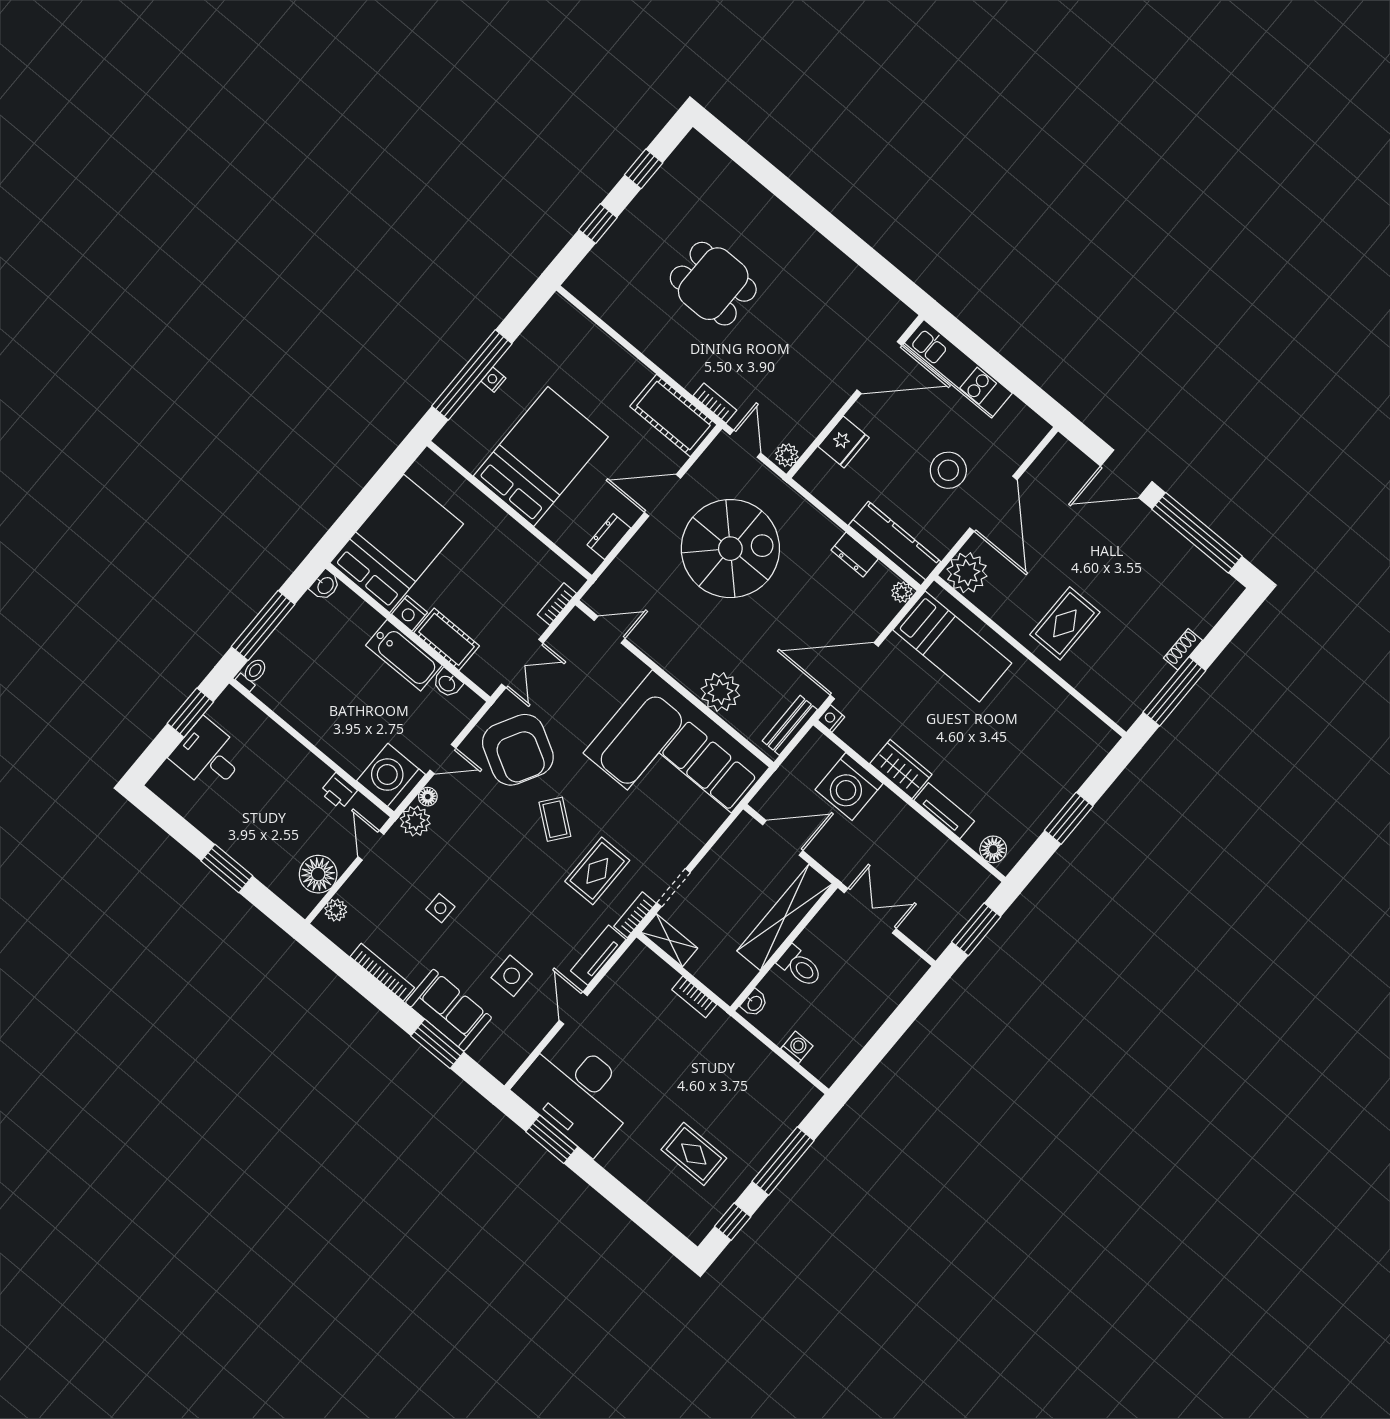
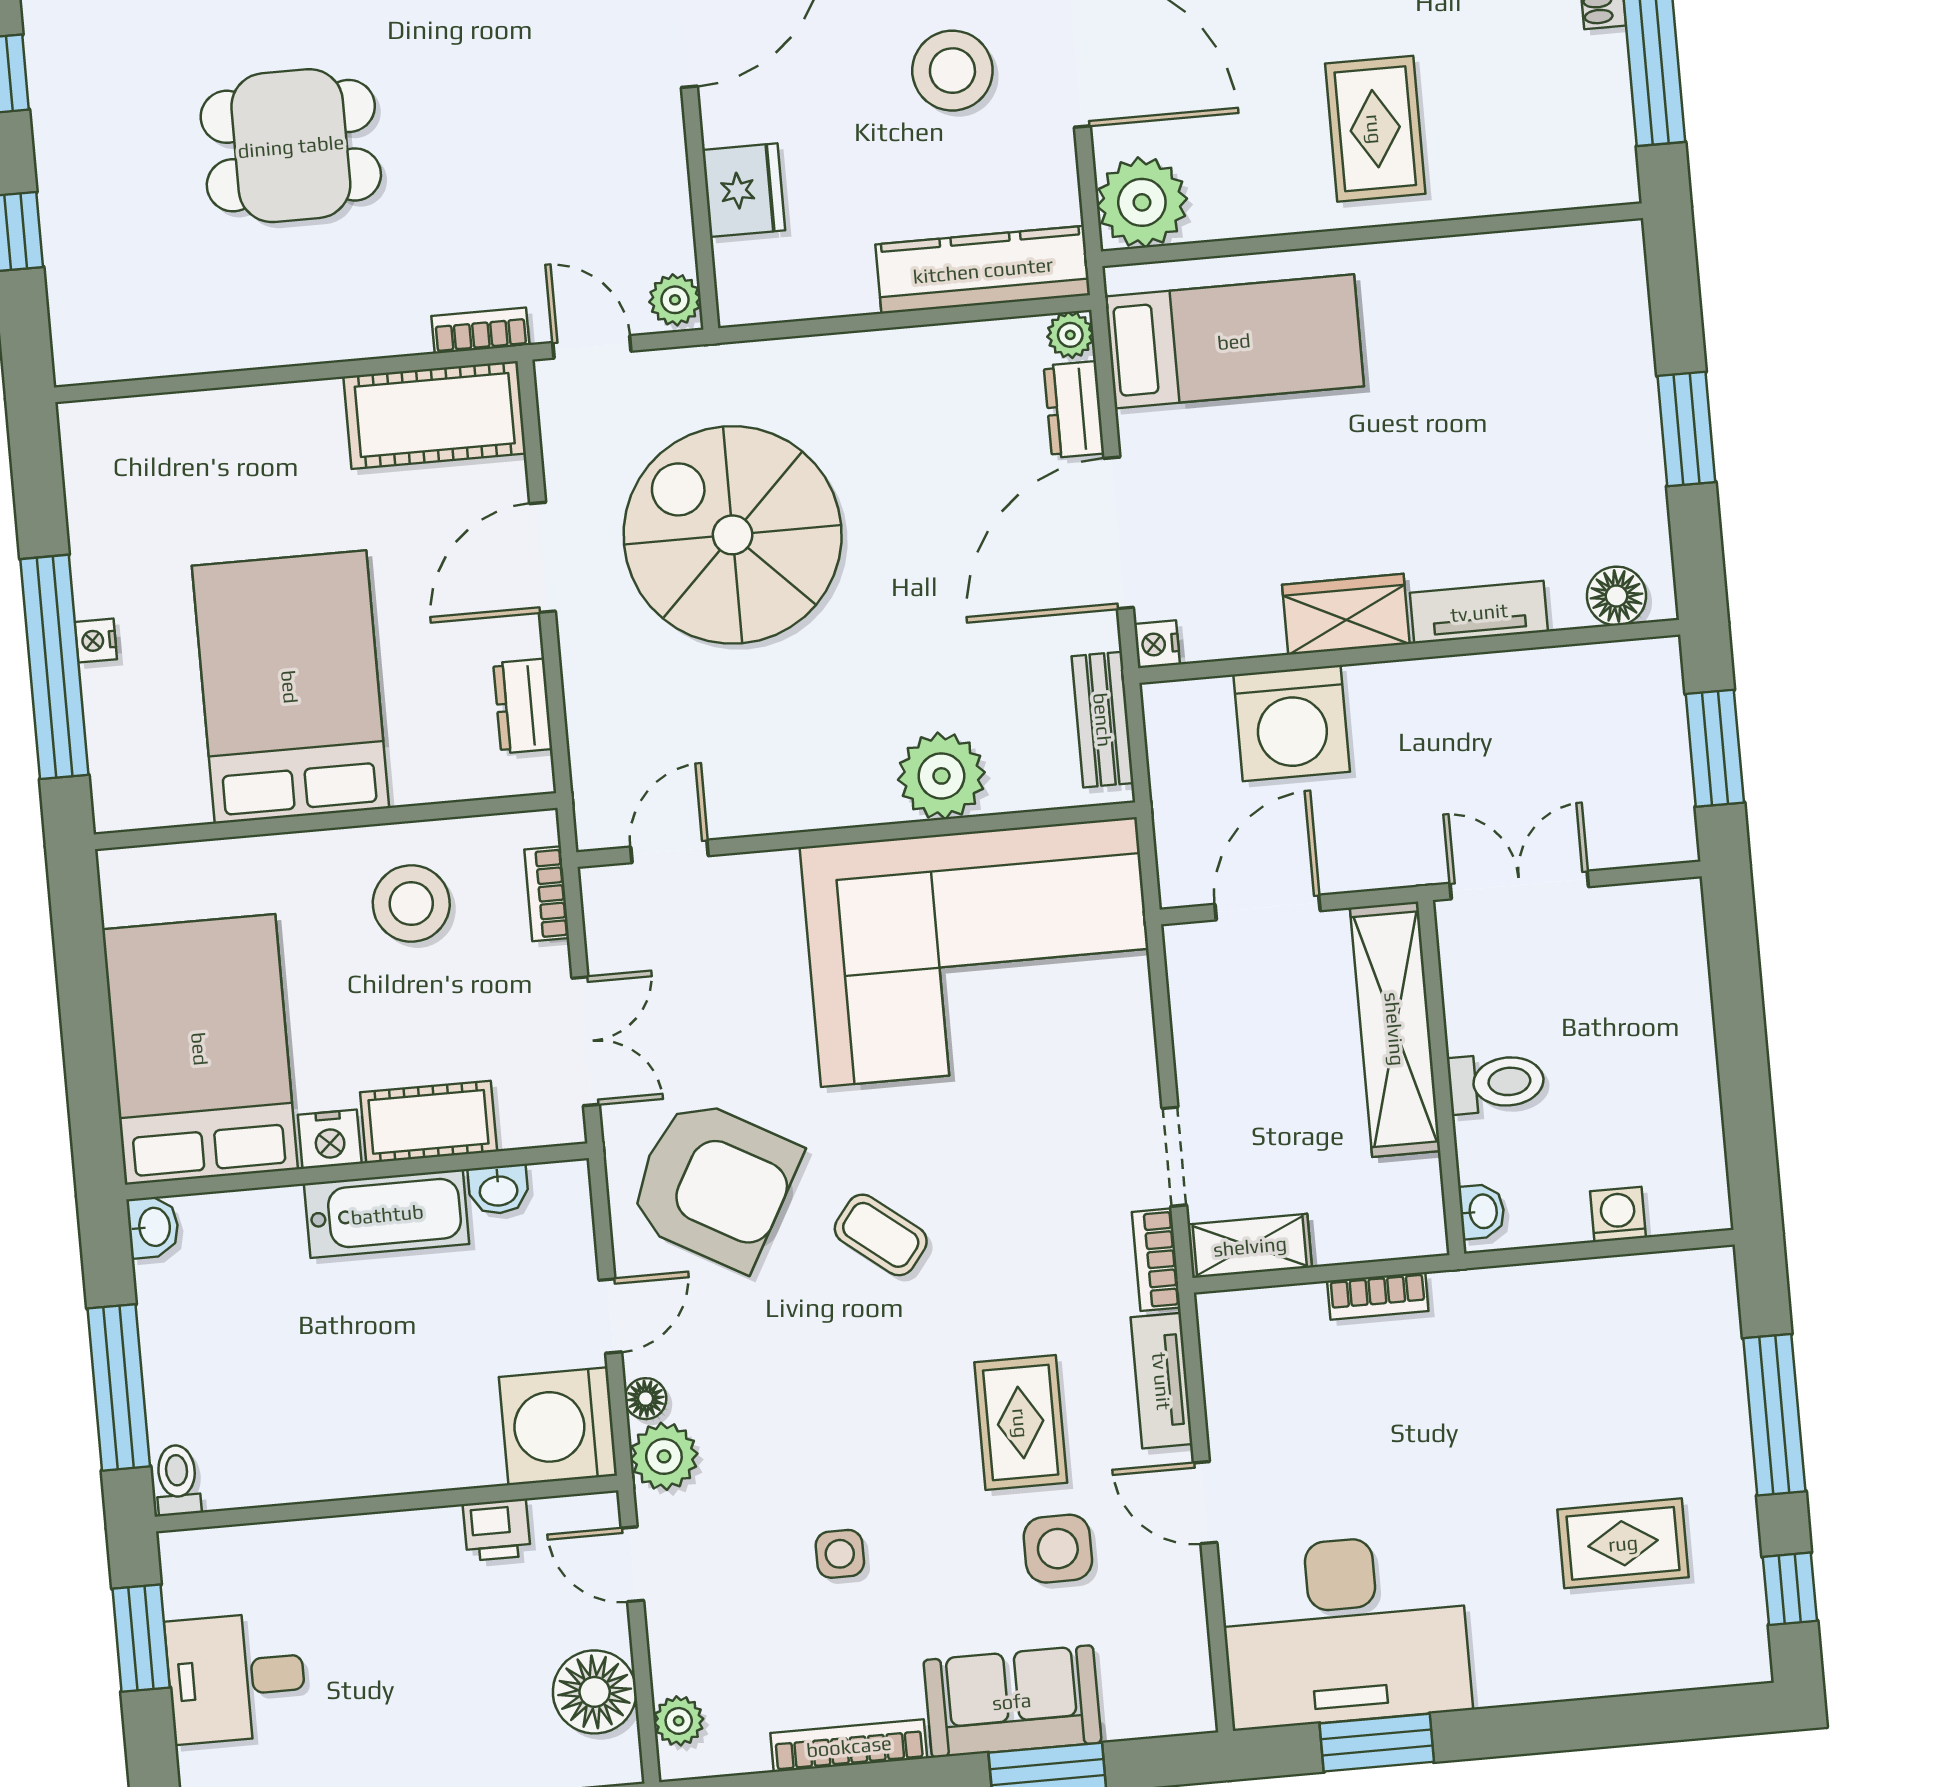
spiral stairs: (730, 549) -> (733, 535), turned -90
dresser: (855, 555) -> (1074, 410), moved, turned 90
stool: (510, 564) -> (411, 903), added
rug: (597, 871) -> (1021, 1423), moved

